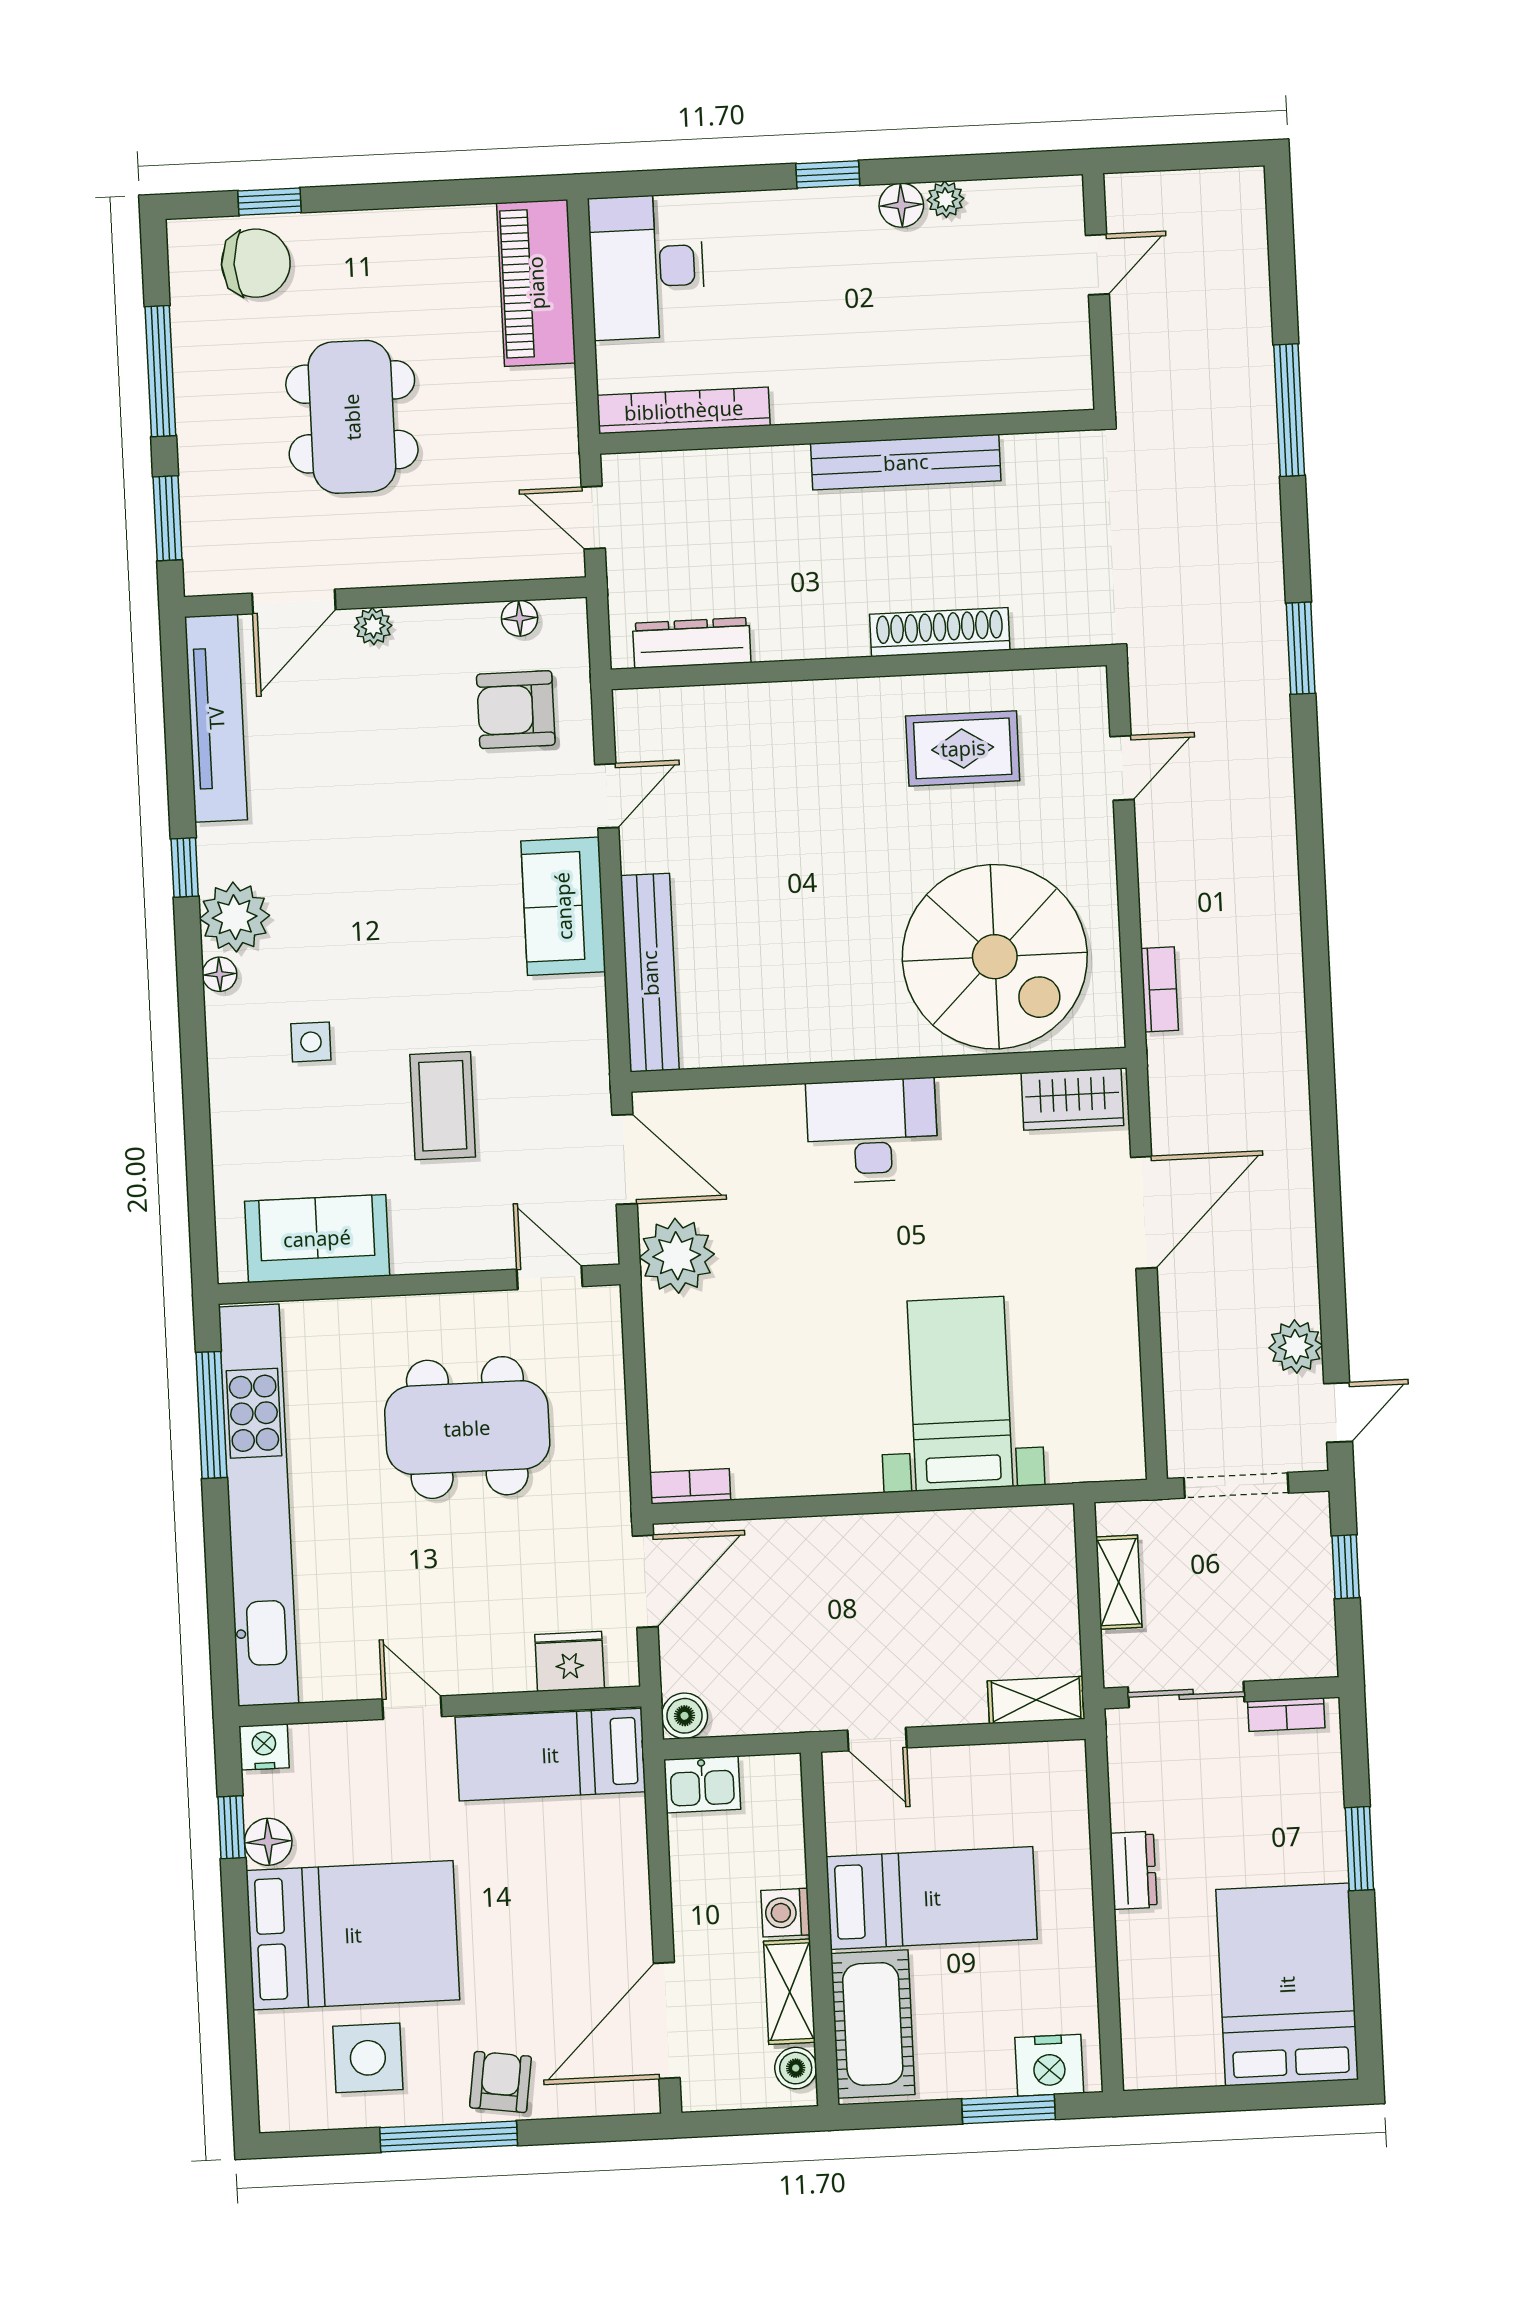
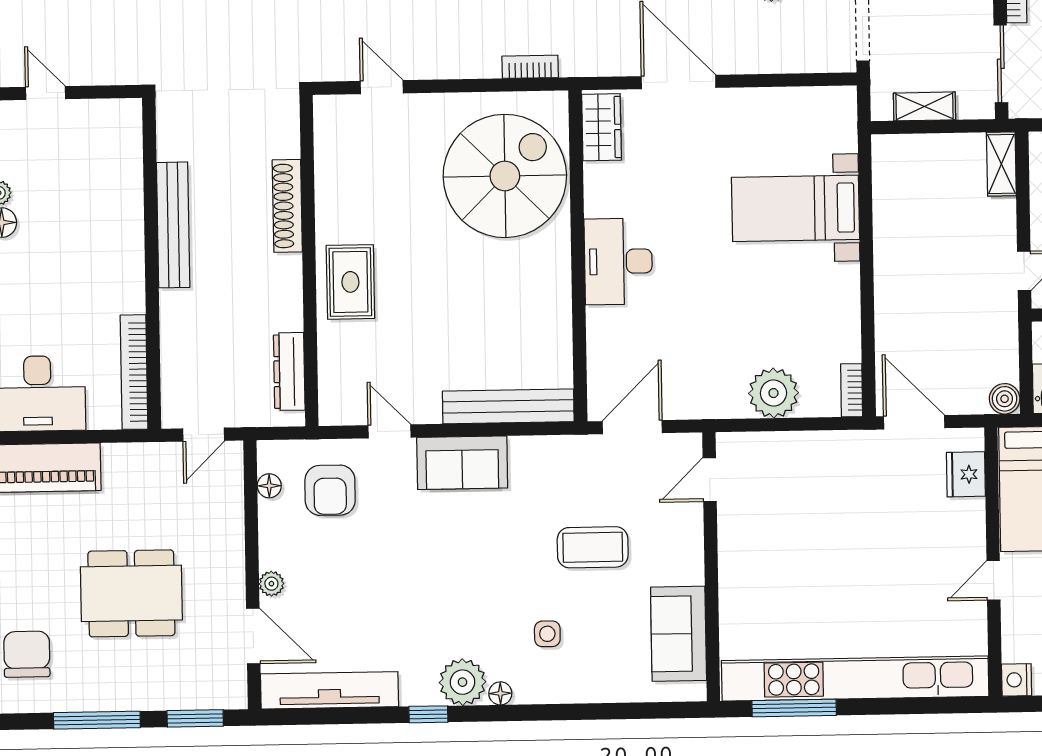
rug: (963, 748) -> (350, 282), moved
plant: (677, 1256) -> (773, 393), moved
dining table: (467, 1428) -> (808, 538), removed

